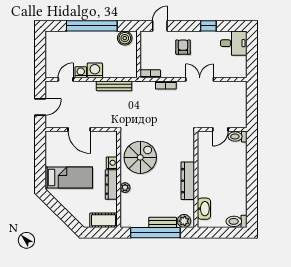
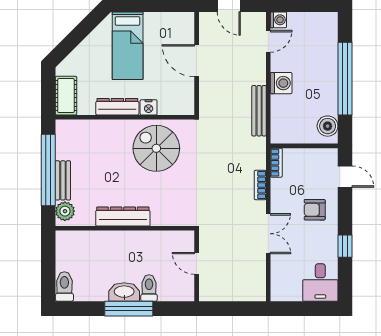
armchair: (183, 47) -> (315, 210), turned 180
washing machine: (81, 72) -> (278, 20), moved
door: (66, 79) -> (268, 41), hinge flipped
door: (79, 129) -> (197, 61), hinge flipped
toilet: (238, 137) -> (149, 288), moved
spiral stairs: (140, 157) -> (156, 148), turned 180
window: (252, 177) -> (129, 309), added
plant: (125, 188) -> (113, 126), removed
washbasin: (204, 209) -> (124, 292), moved, turned 180

